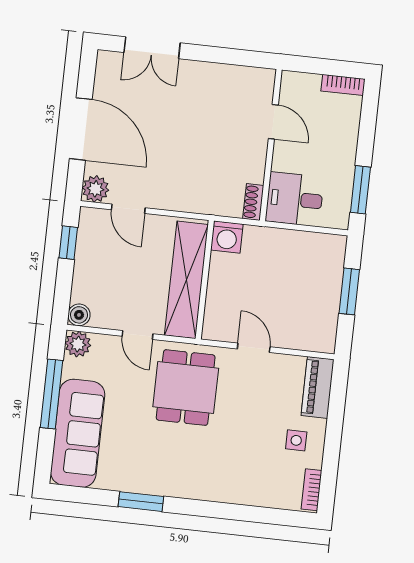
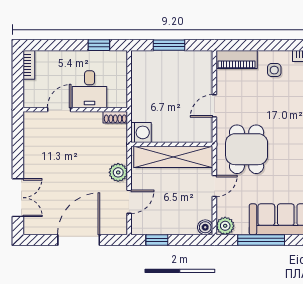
plant: (95, 189) -> (118, 172), moved
window: (360, 190) -> (99, 45), width x0.67
desk: (295, 199) -> (90, 89), moved
dining table: (186, 388) -> (247, 149), turned 90

